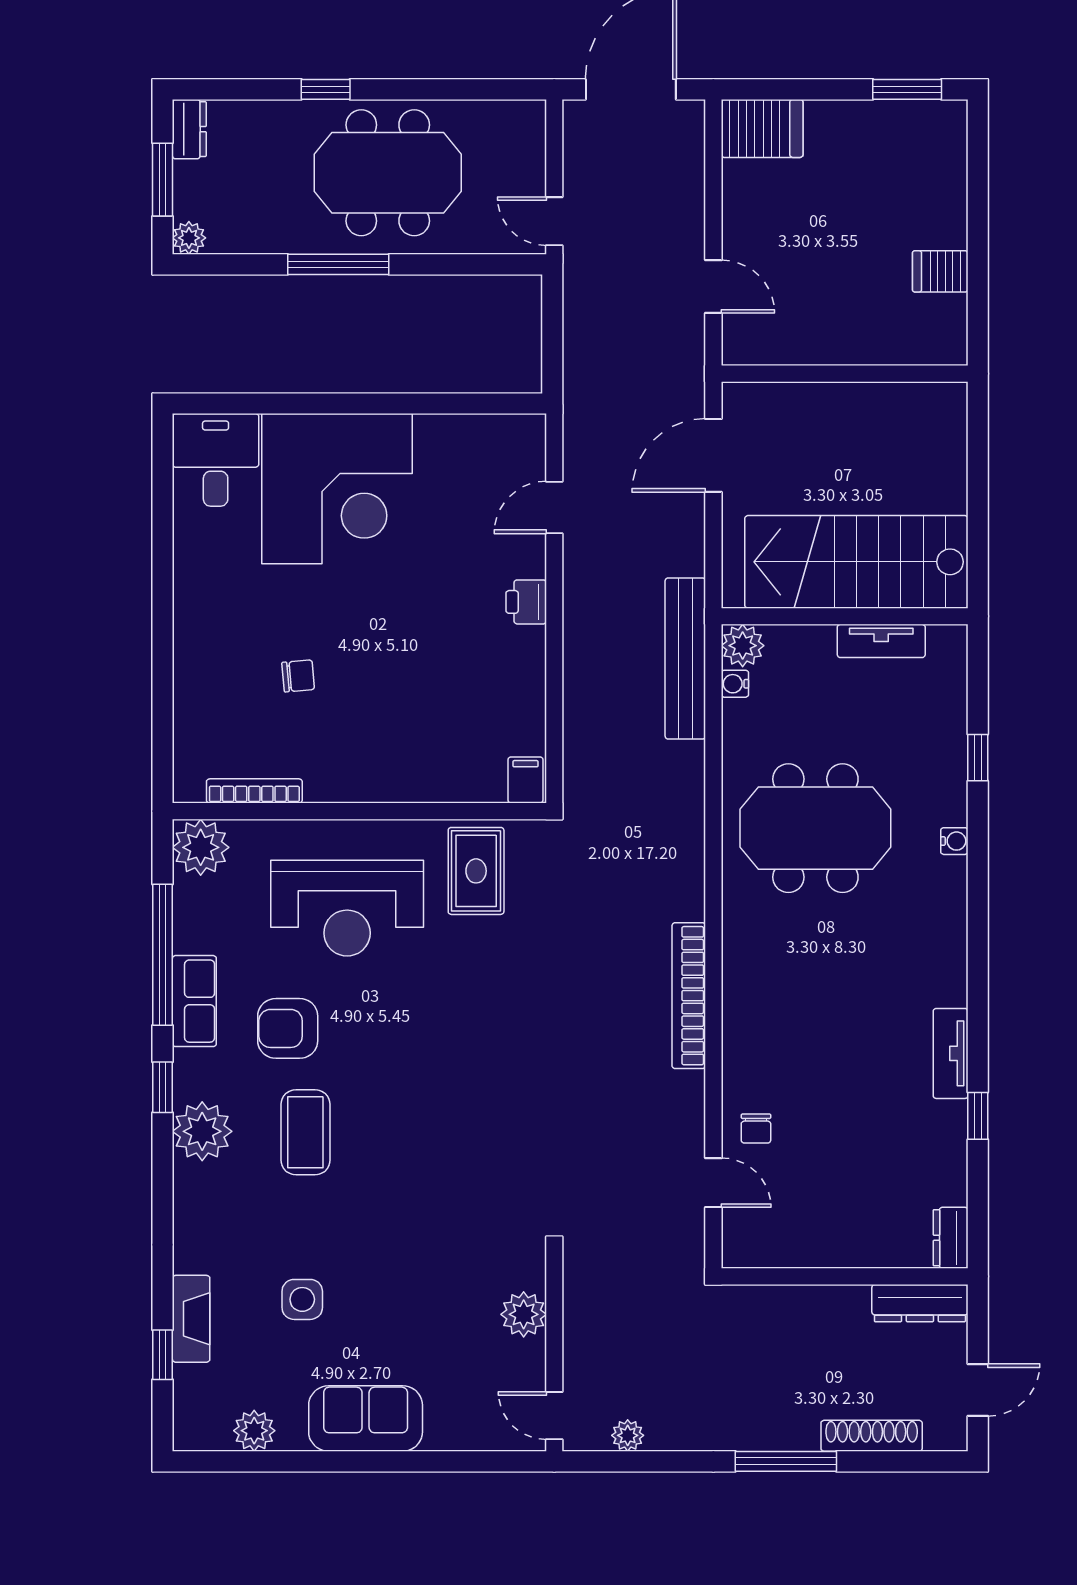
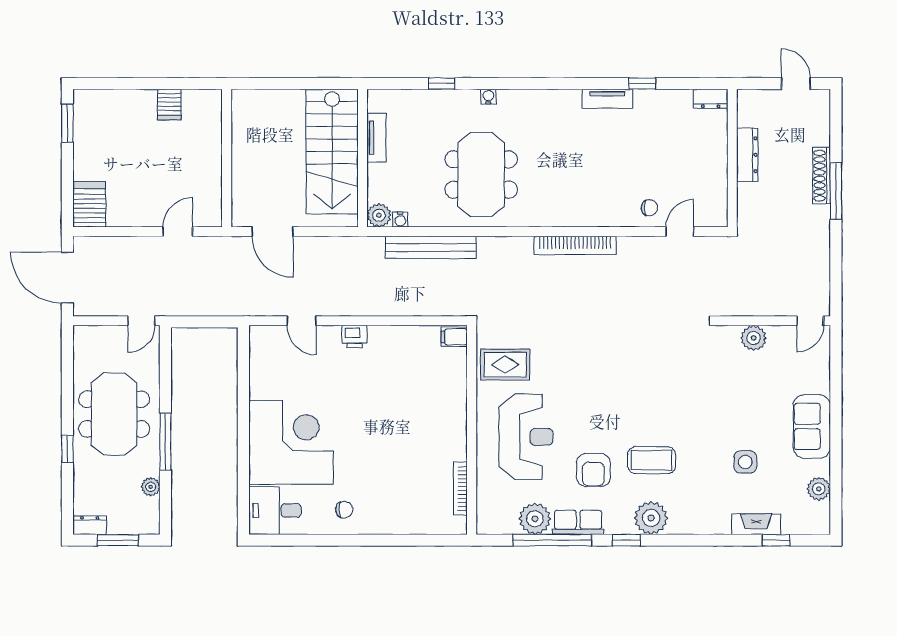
plant: (189, 238) -> (151, 487), moved
bench: (685, 658) -> (431, 247), moved
chair: (298, 676) -> (344, 510), moved, turned 95
plant: (201, 847) -> (535, 519), moved
dresser: (920, 1303) -> (747, 155), moved
plant: (628, 1435) -> (821, 280), removed
shoe rack: (872, 1436) -> (822, 176), moved

